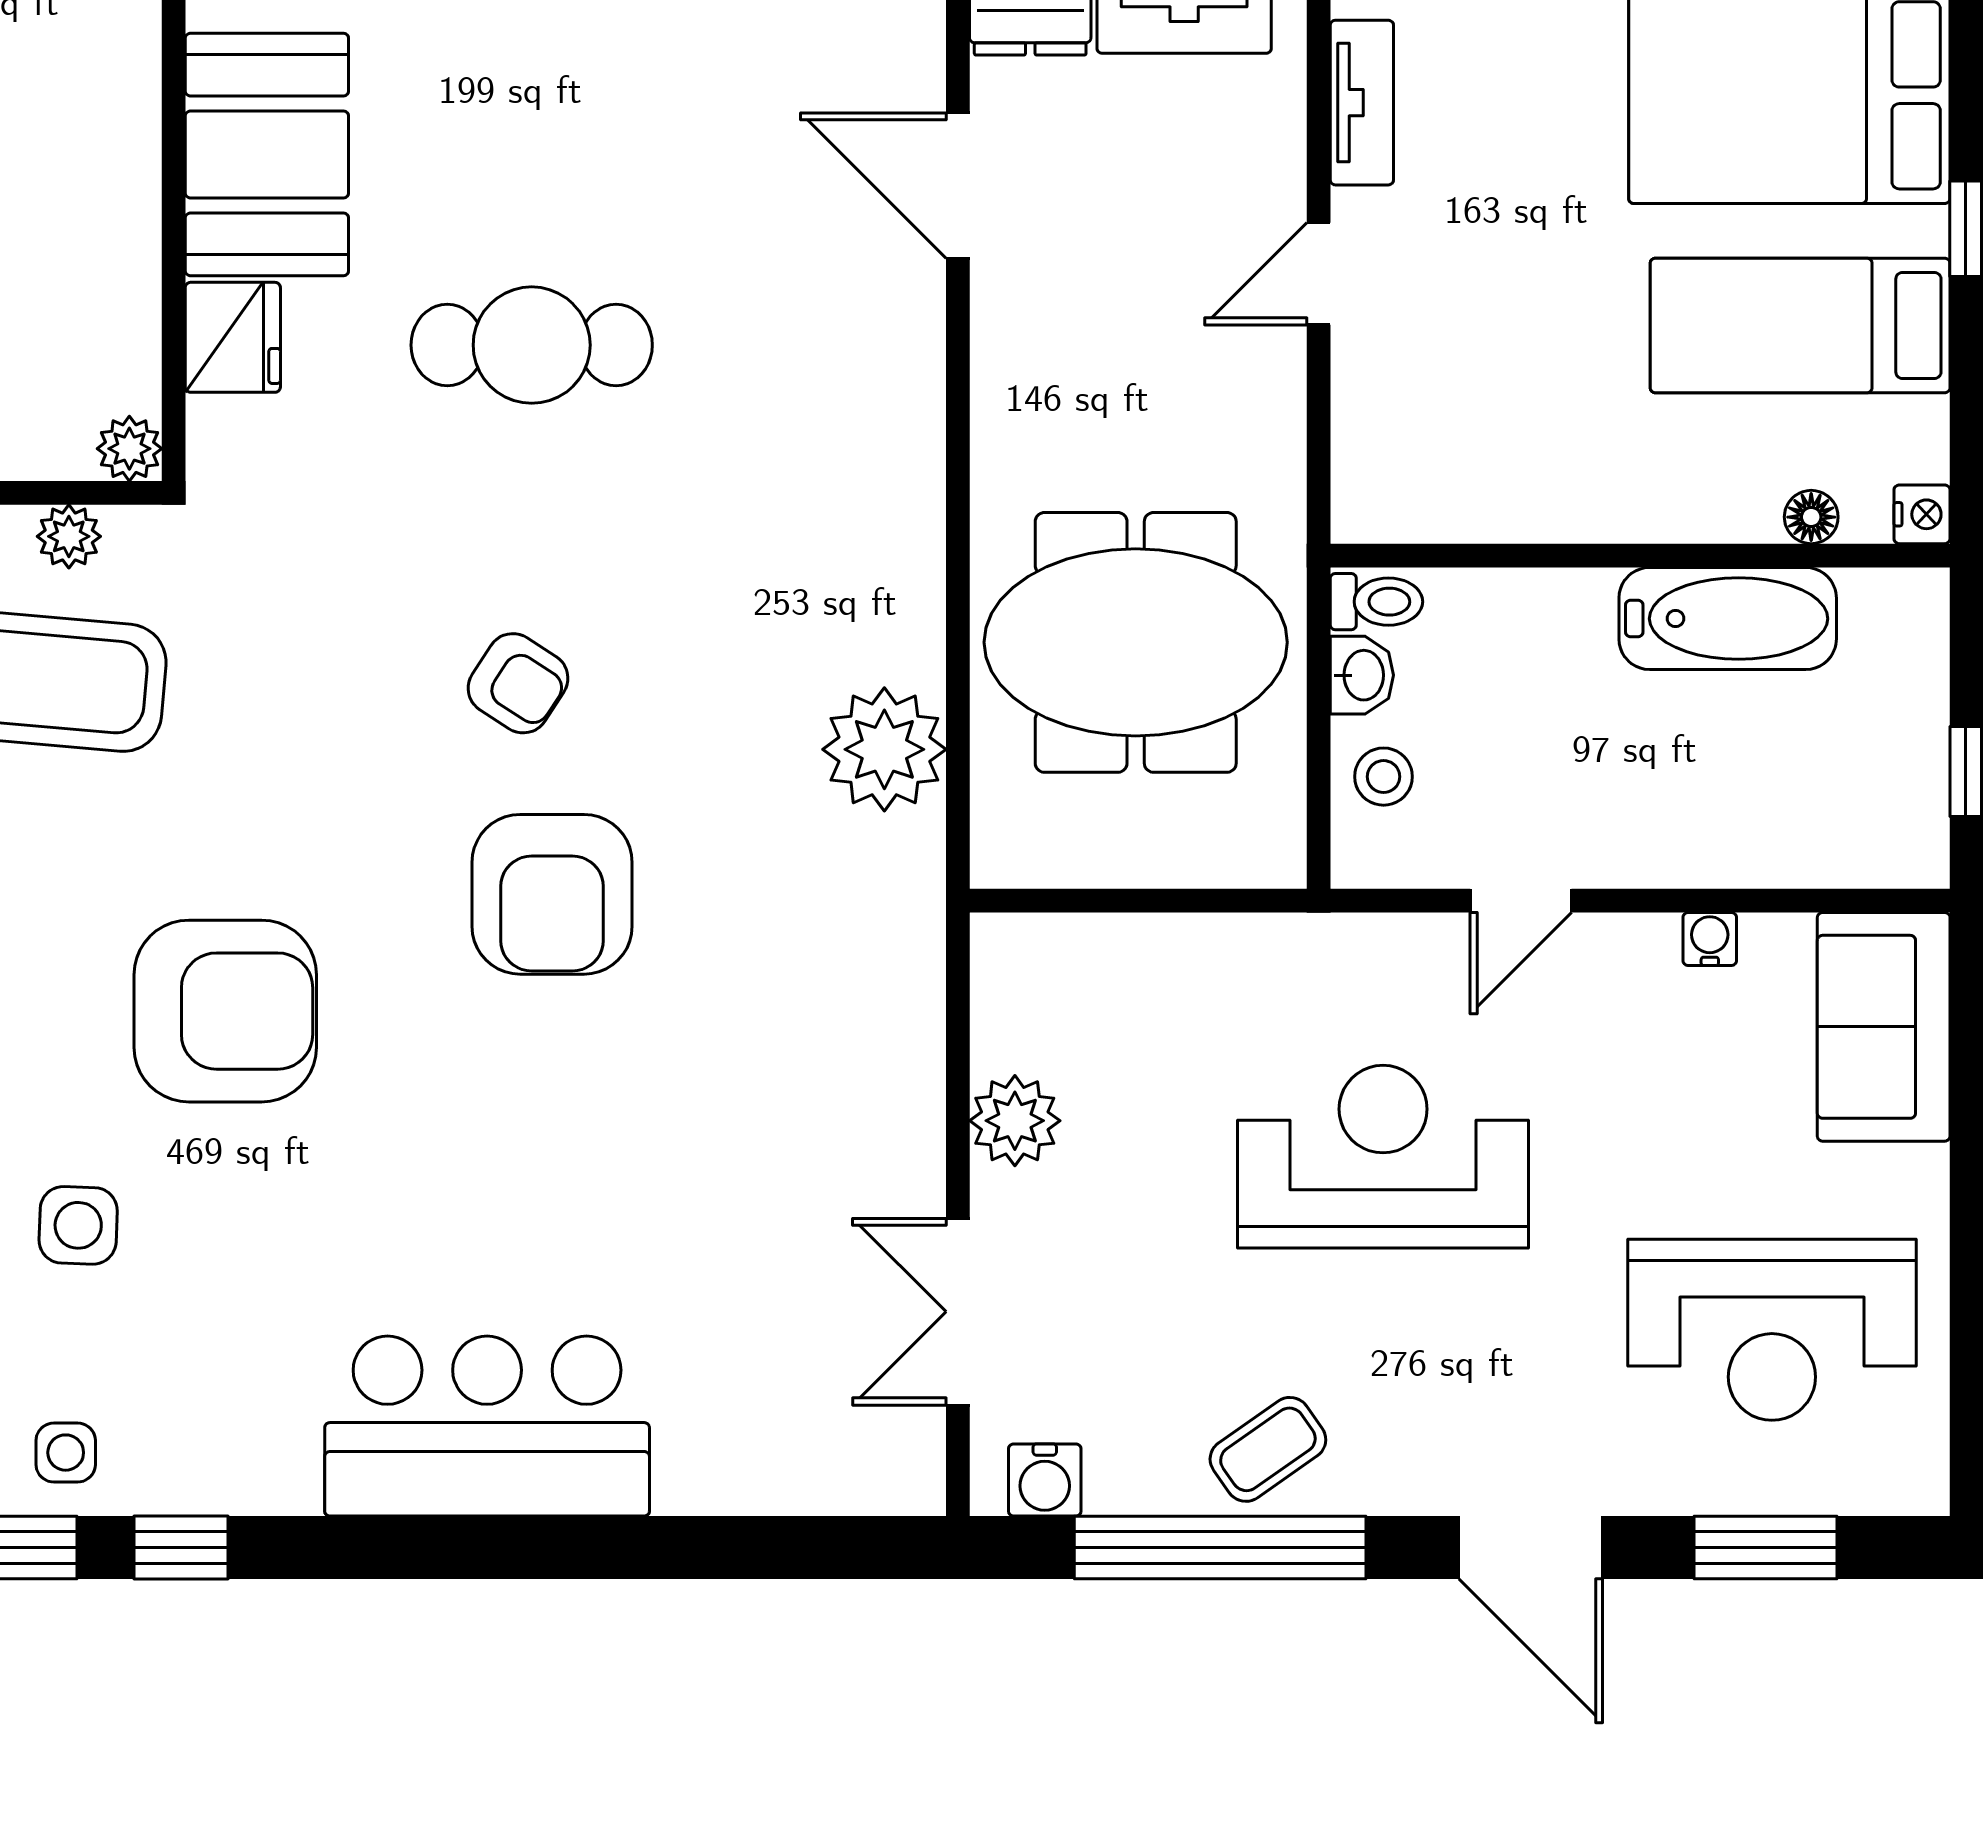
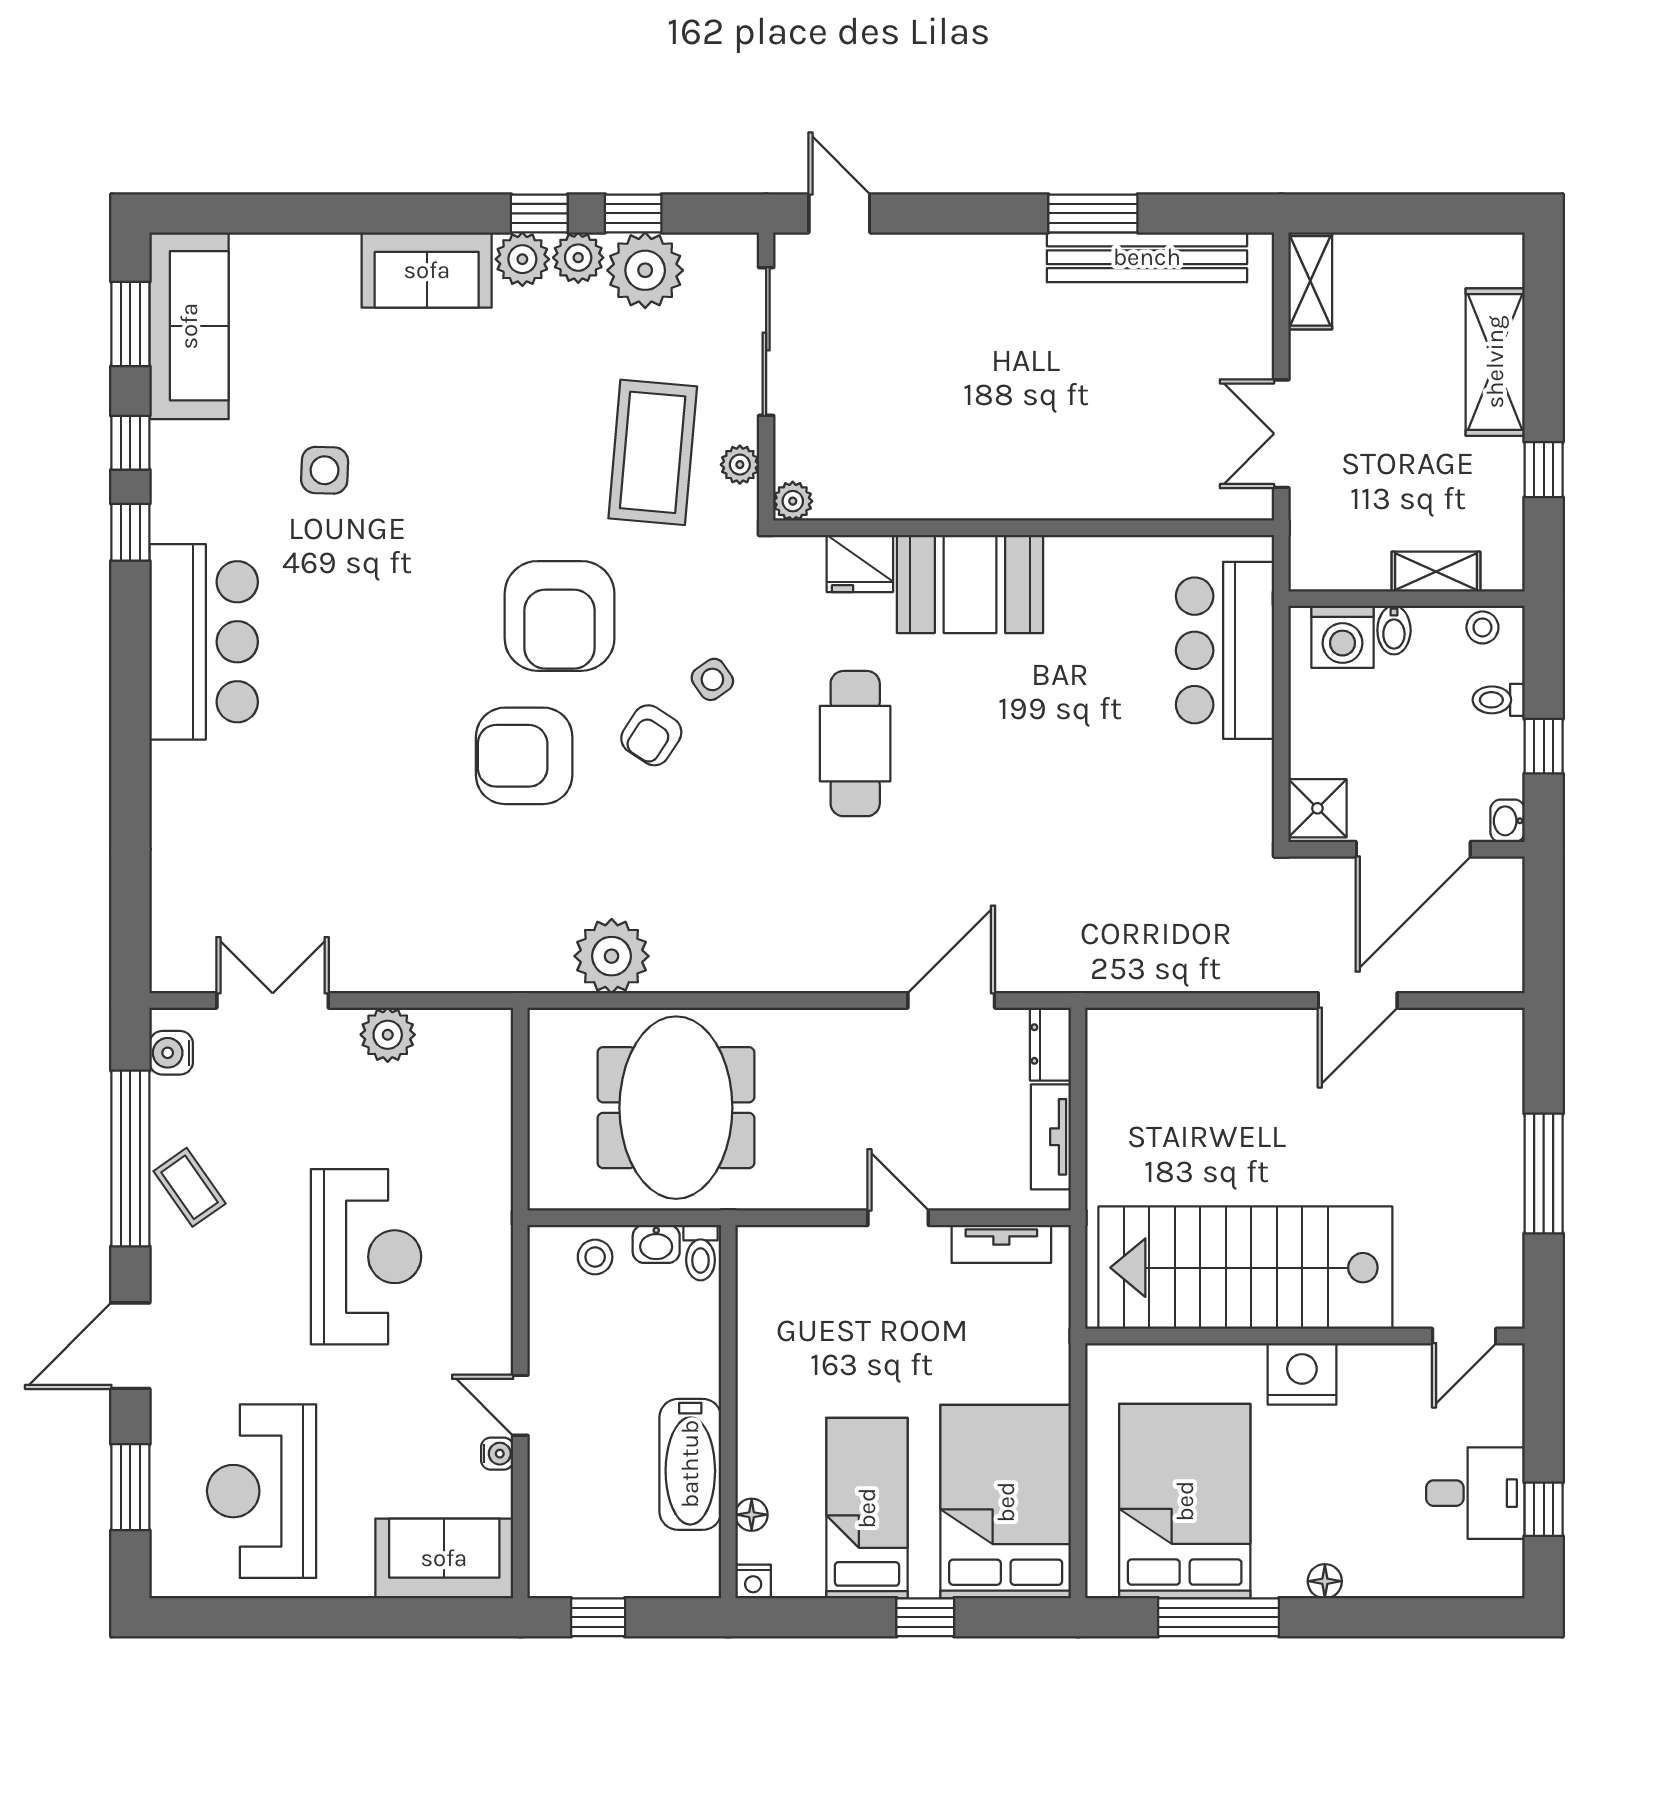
door: (1521, 901) -> (520, 1405), moved
armchair: (225, 1011) -> (560, 616), moved
bar counter: (487, 1426) -> (204, 642), moved
side table: (66, 1453) -> (712, 679), moved, turned -35

